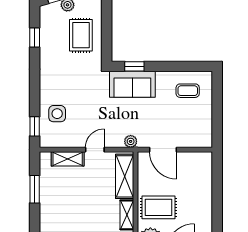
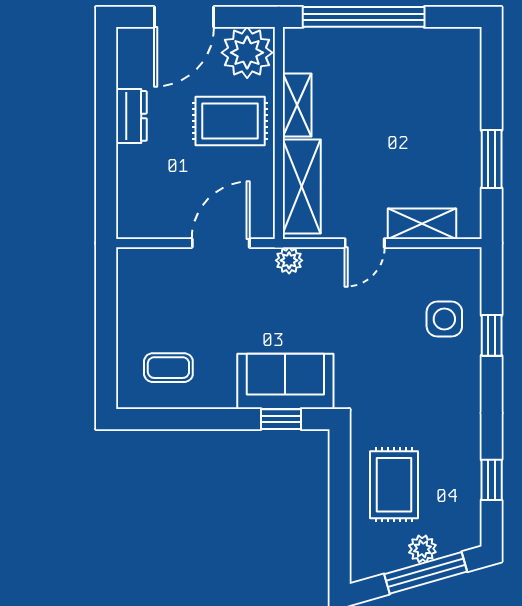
window: (35, 126) -> (492, 335), moved
door: (163, 150) -> (221, 243), hinge flipped
dresser: (205, 210) -> (131, 116), added

